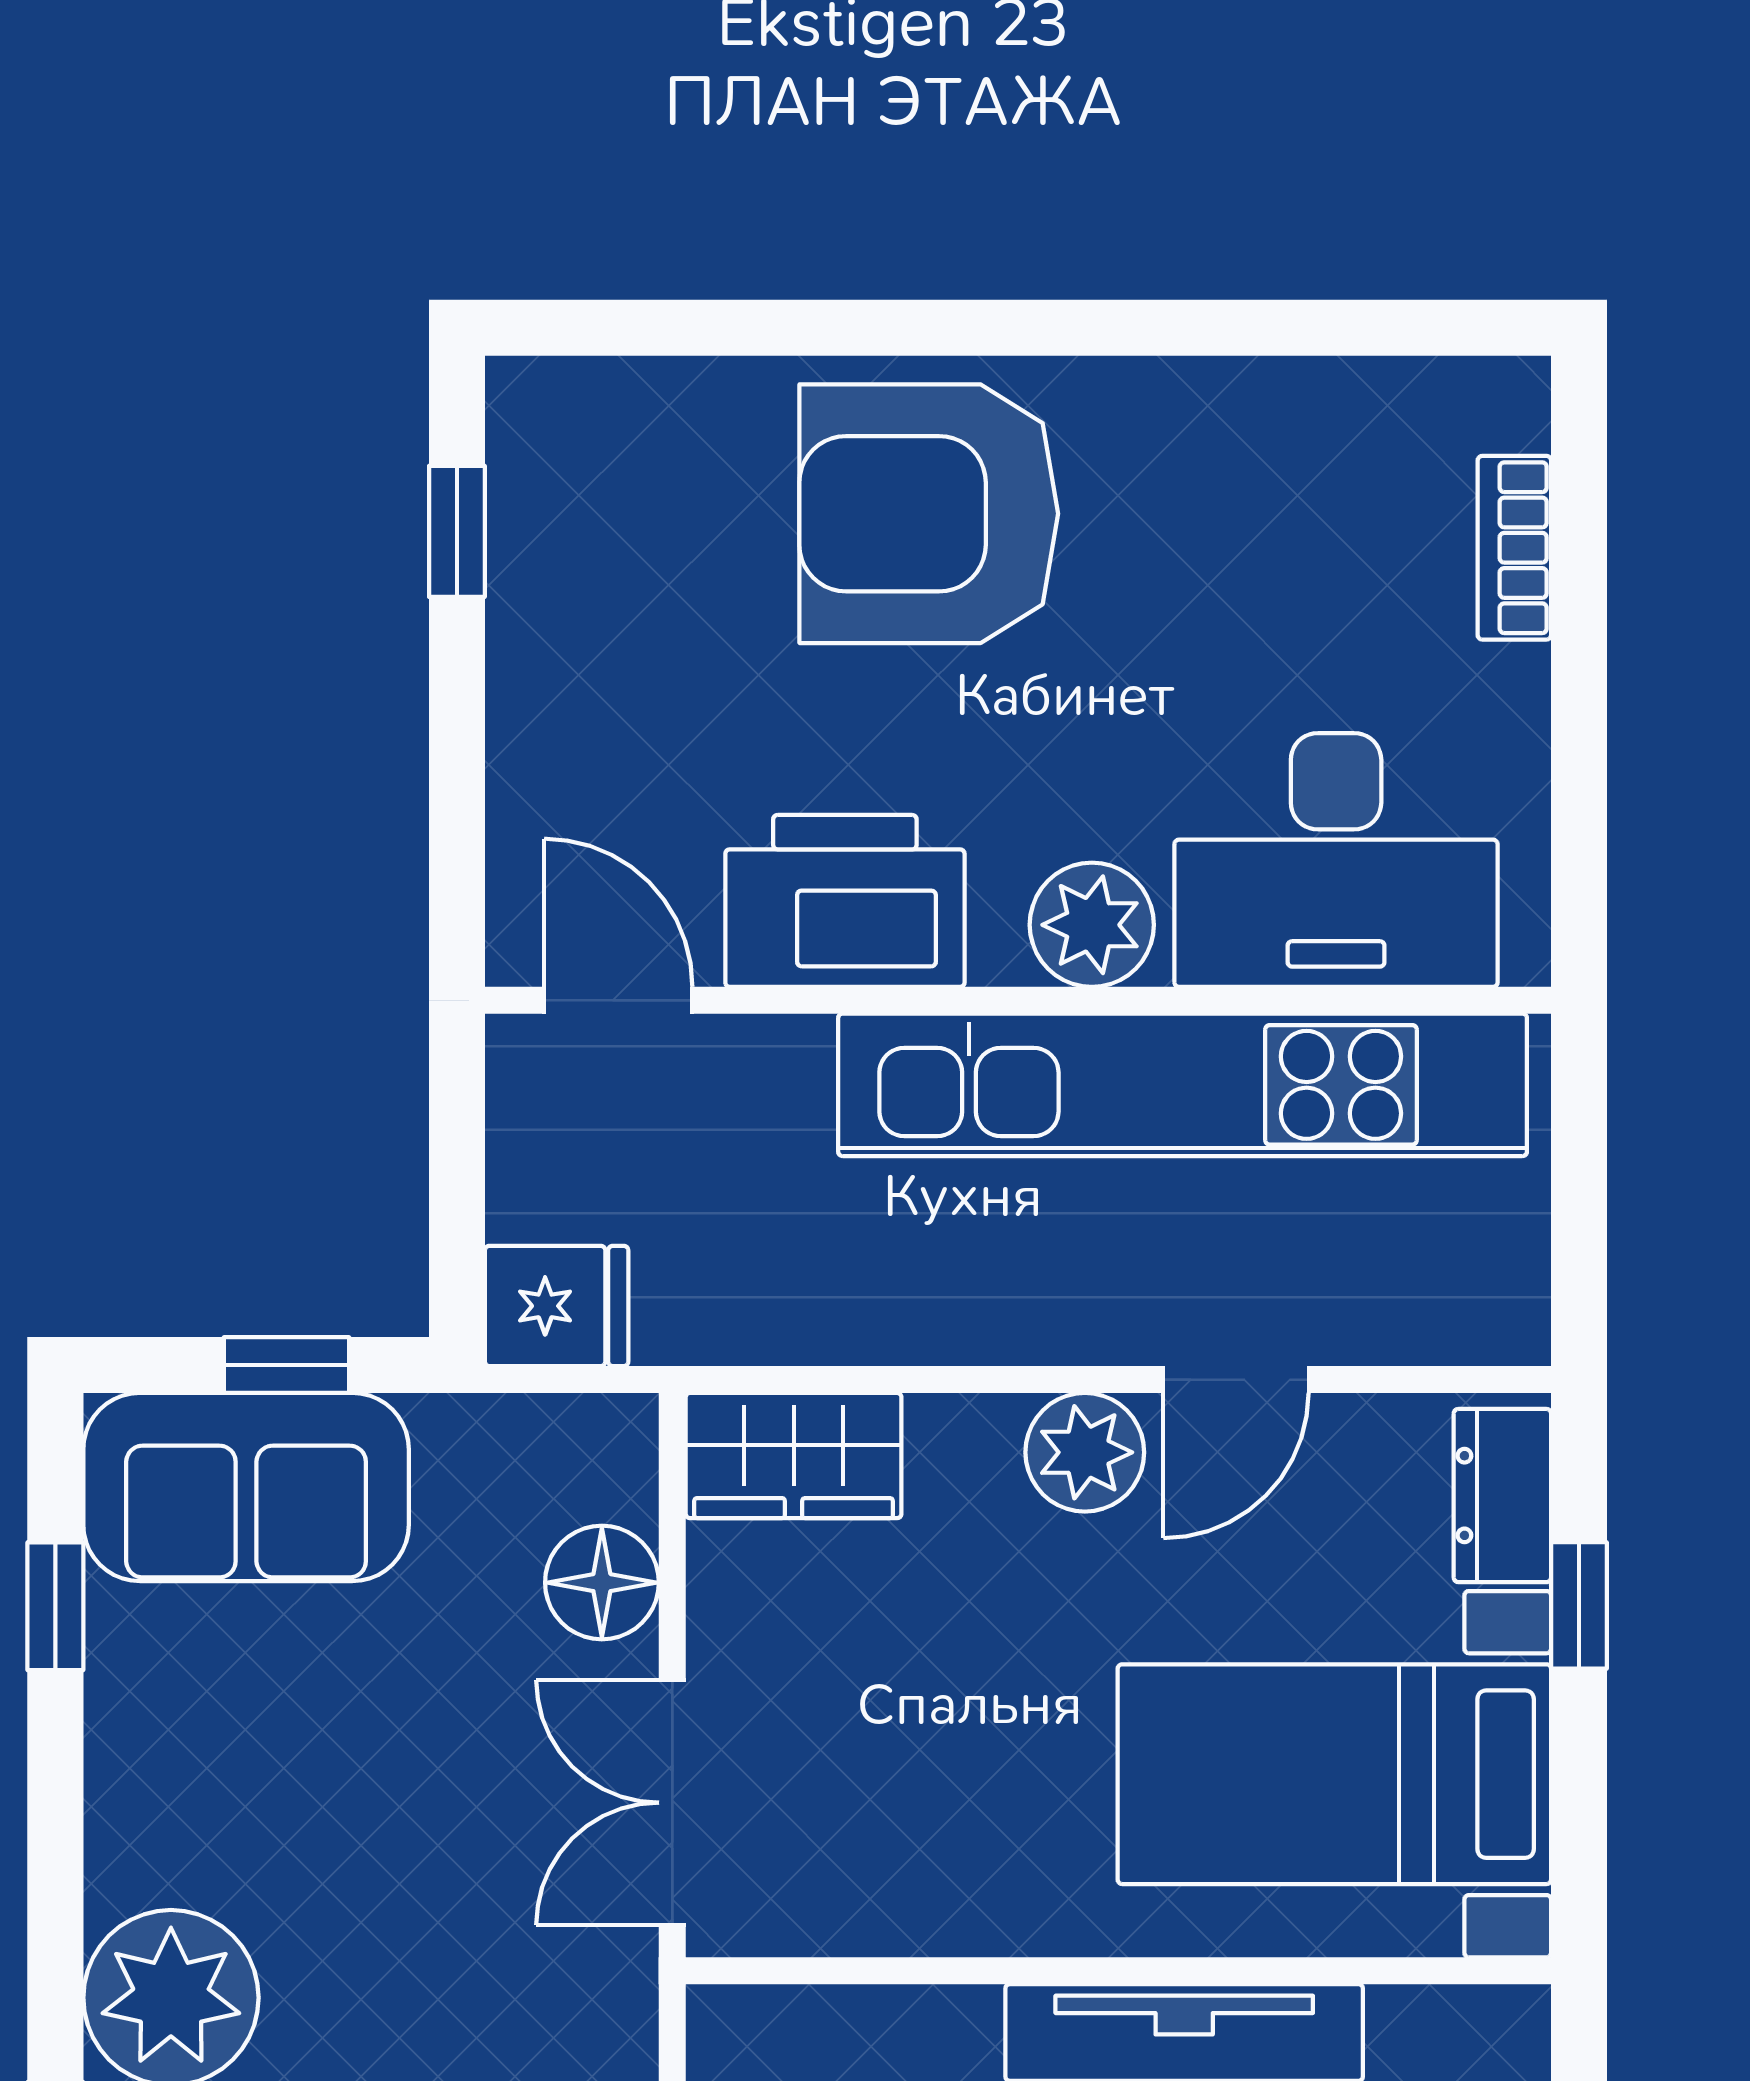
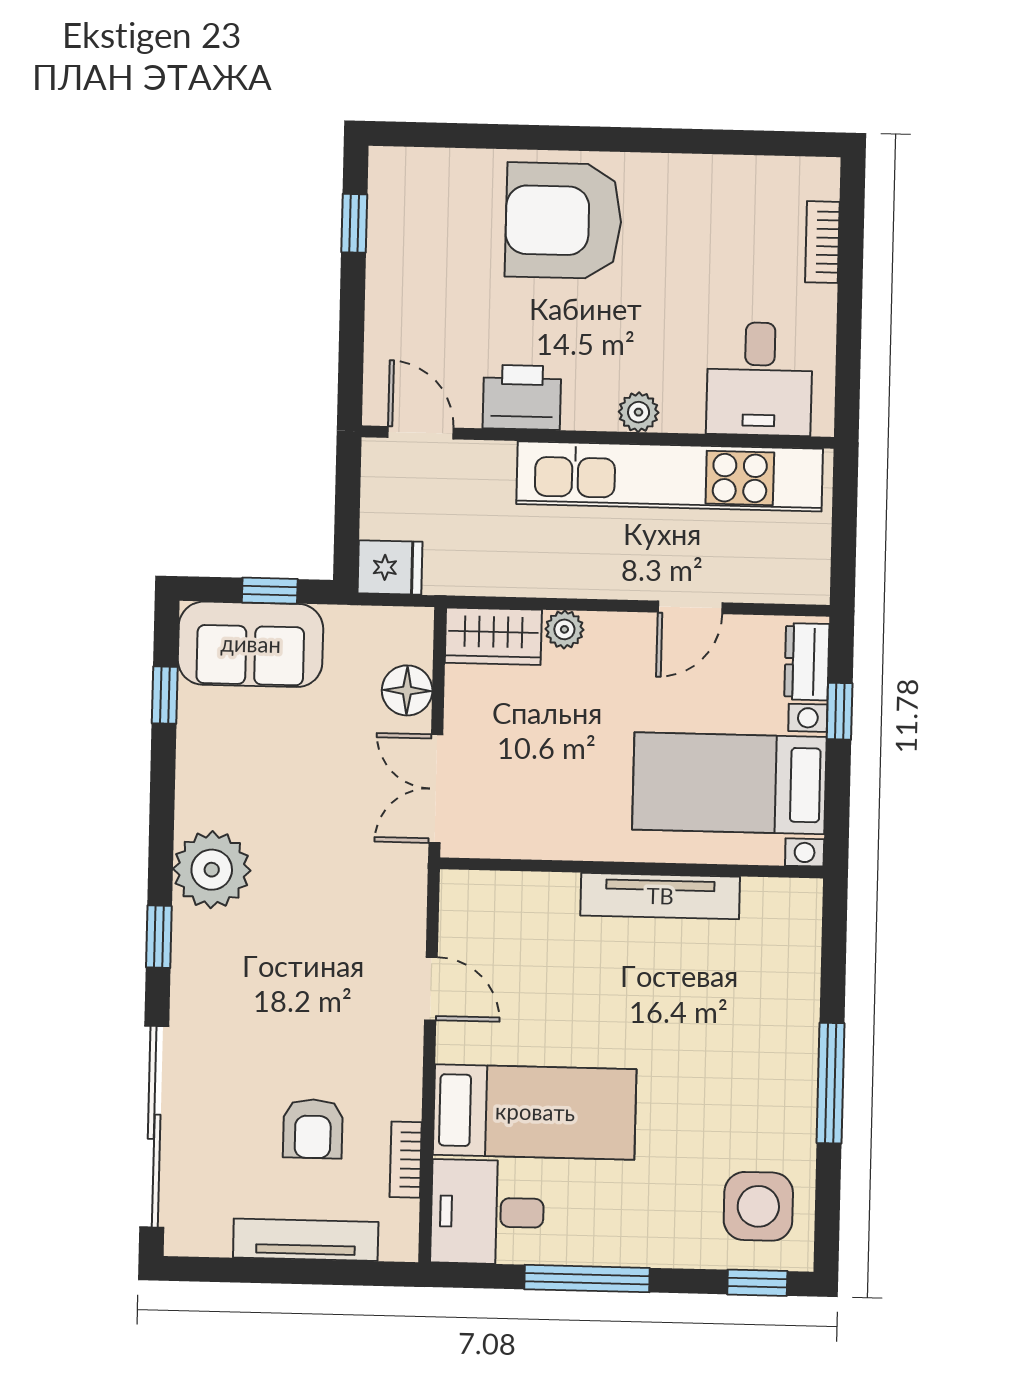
desk: (1336, 860) -> (759, 379), width x0.73
printer: (845, 901) -> (522, 397), width x0.73, depth x0.84
plant: (1092, 925) -> (639, 412), width x0.73, depth x0.73
plant: (1085, 1452) -> (564, 629), moved, width x0.73, depth x0.73

